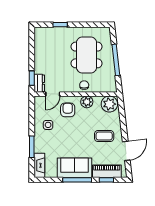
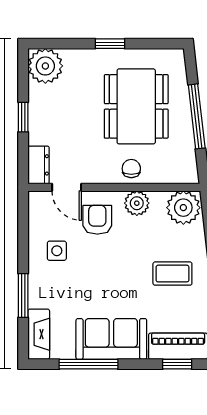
window: (60, 25) -> (110, 44), moved
plant: (42, 35) -> (45, 66), added
window: (32, 78) -> (23, 117), moved
door: (53, 94) -> (67, 187), hinge flipped
window: (77, 180) -> (89, 364), moved

